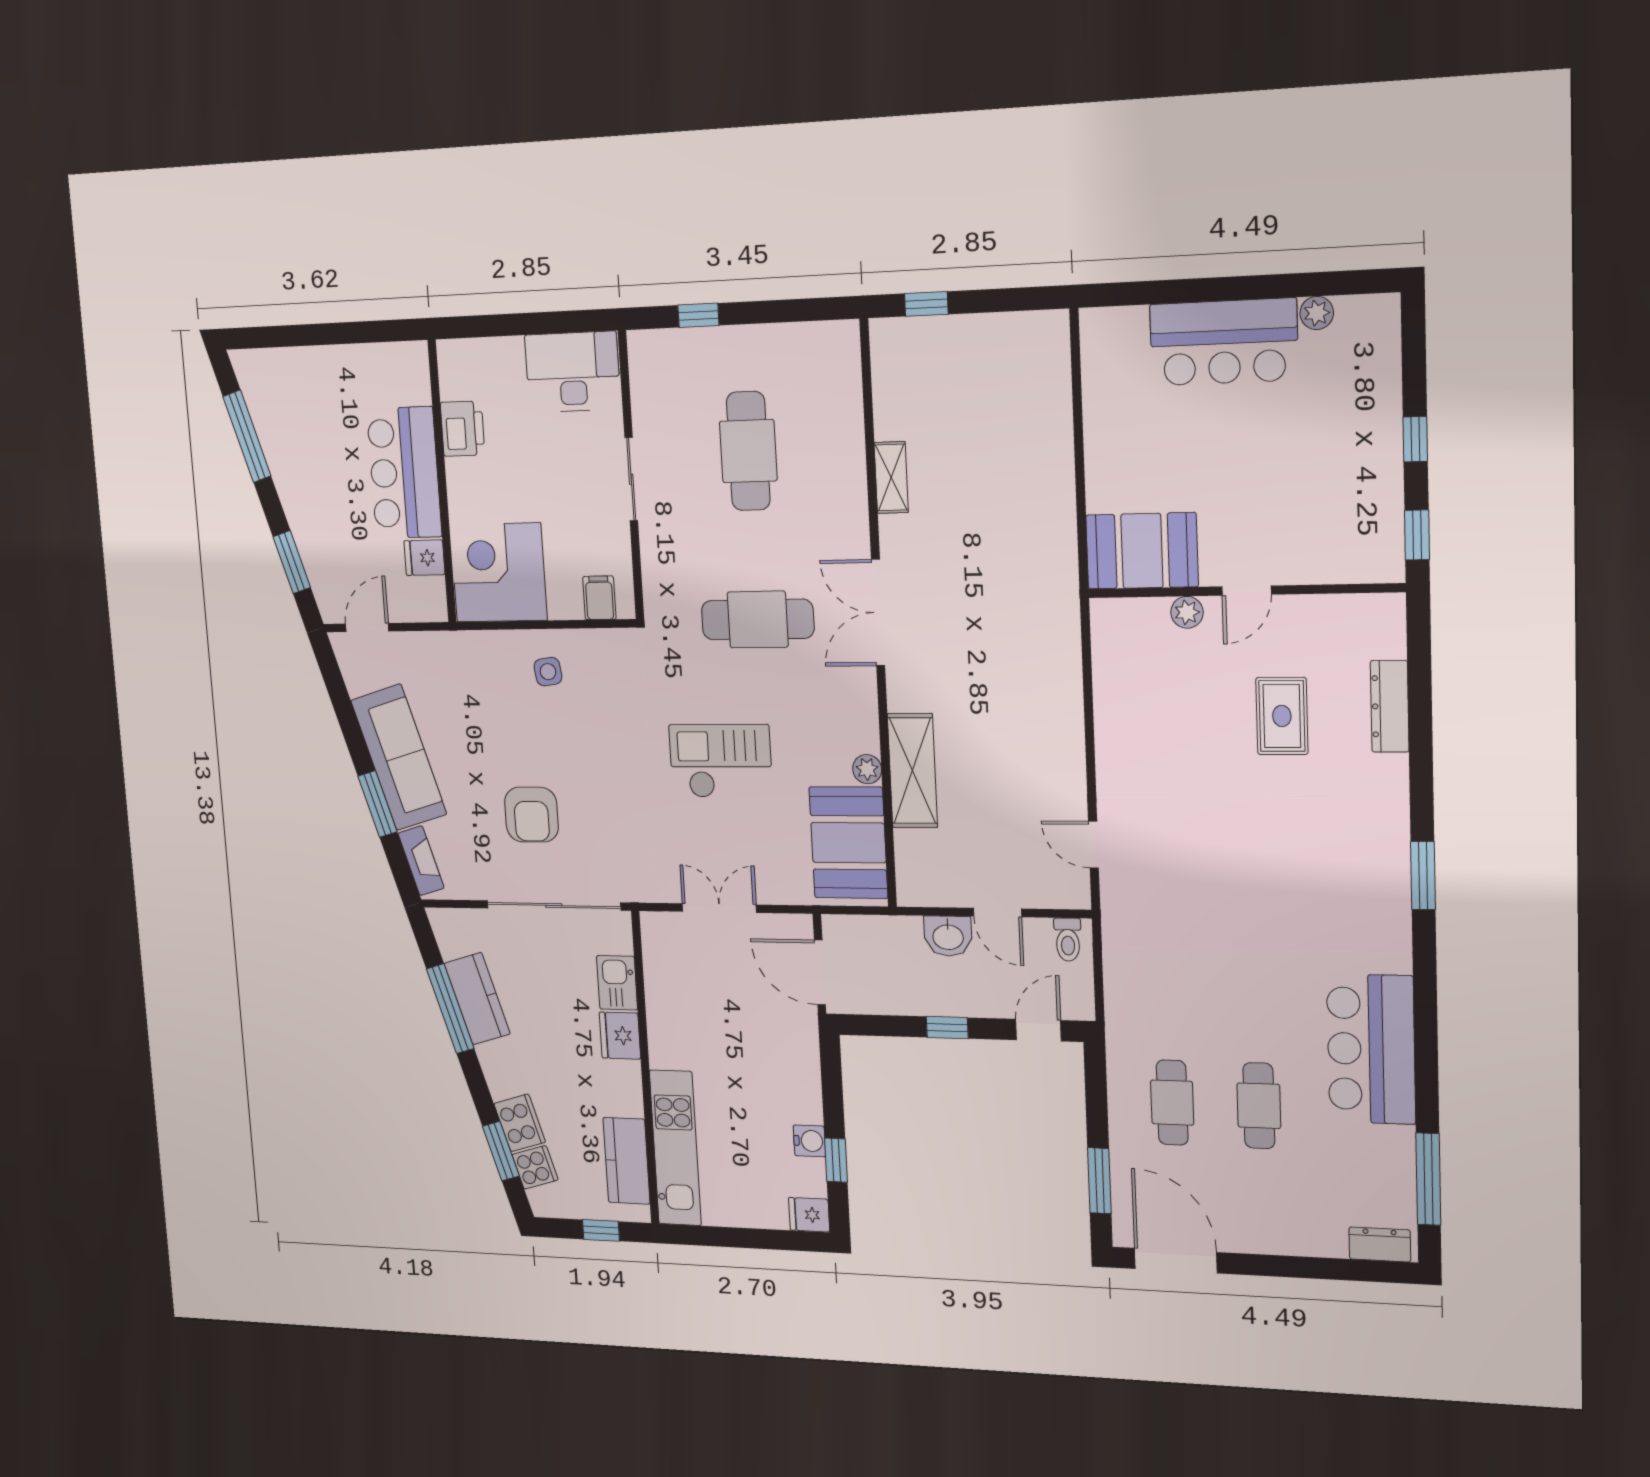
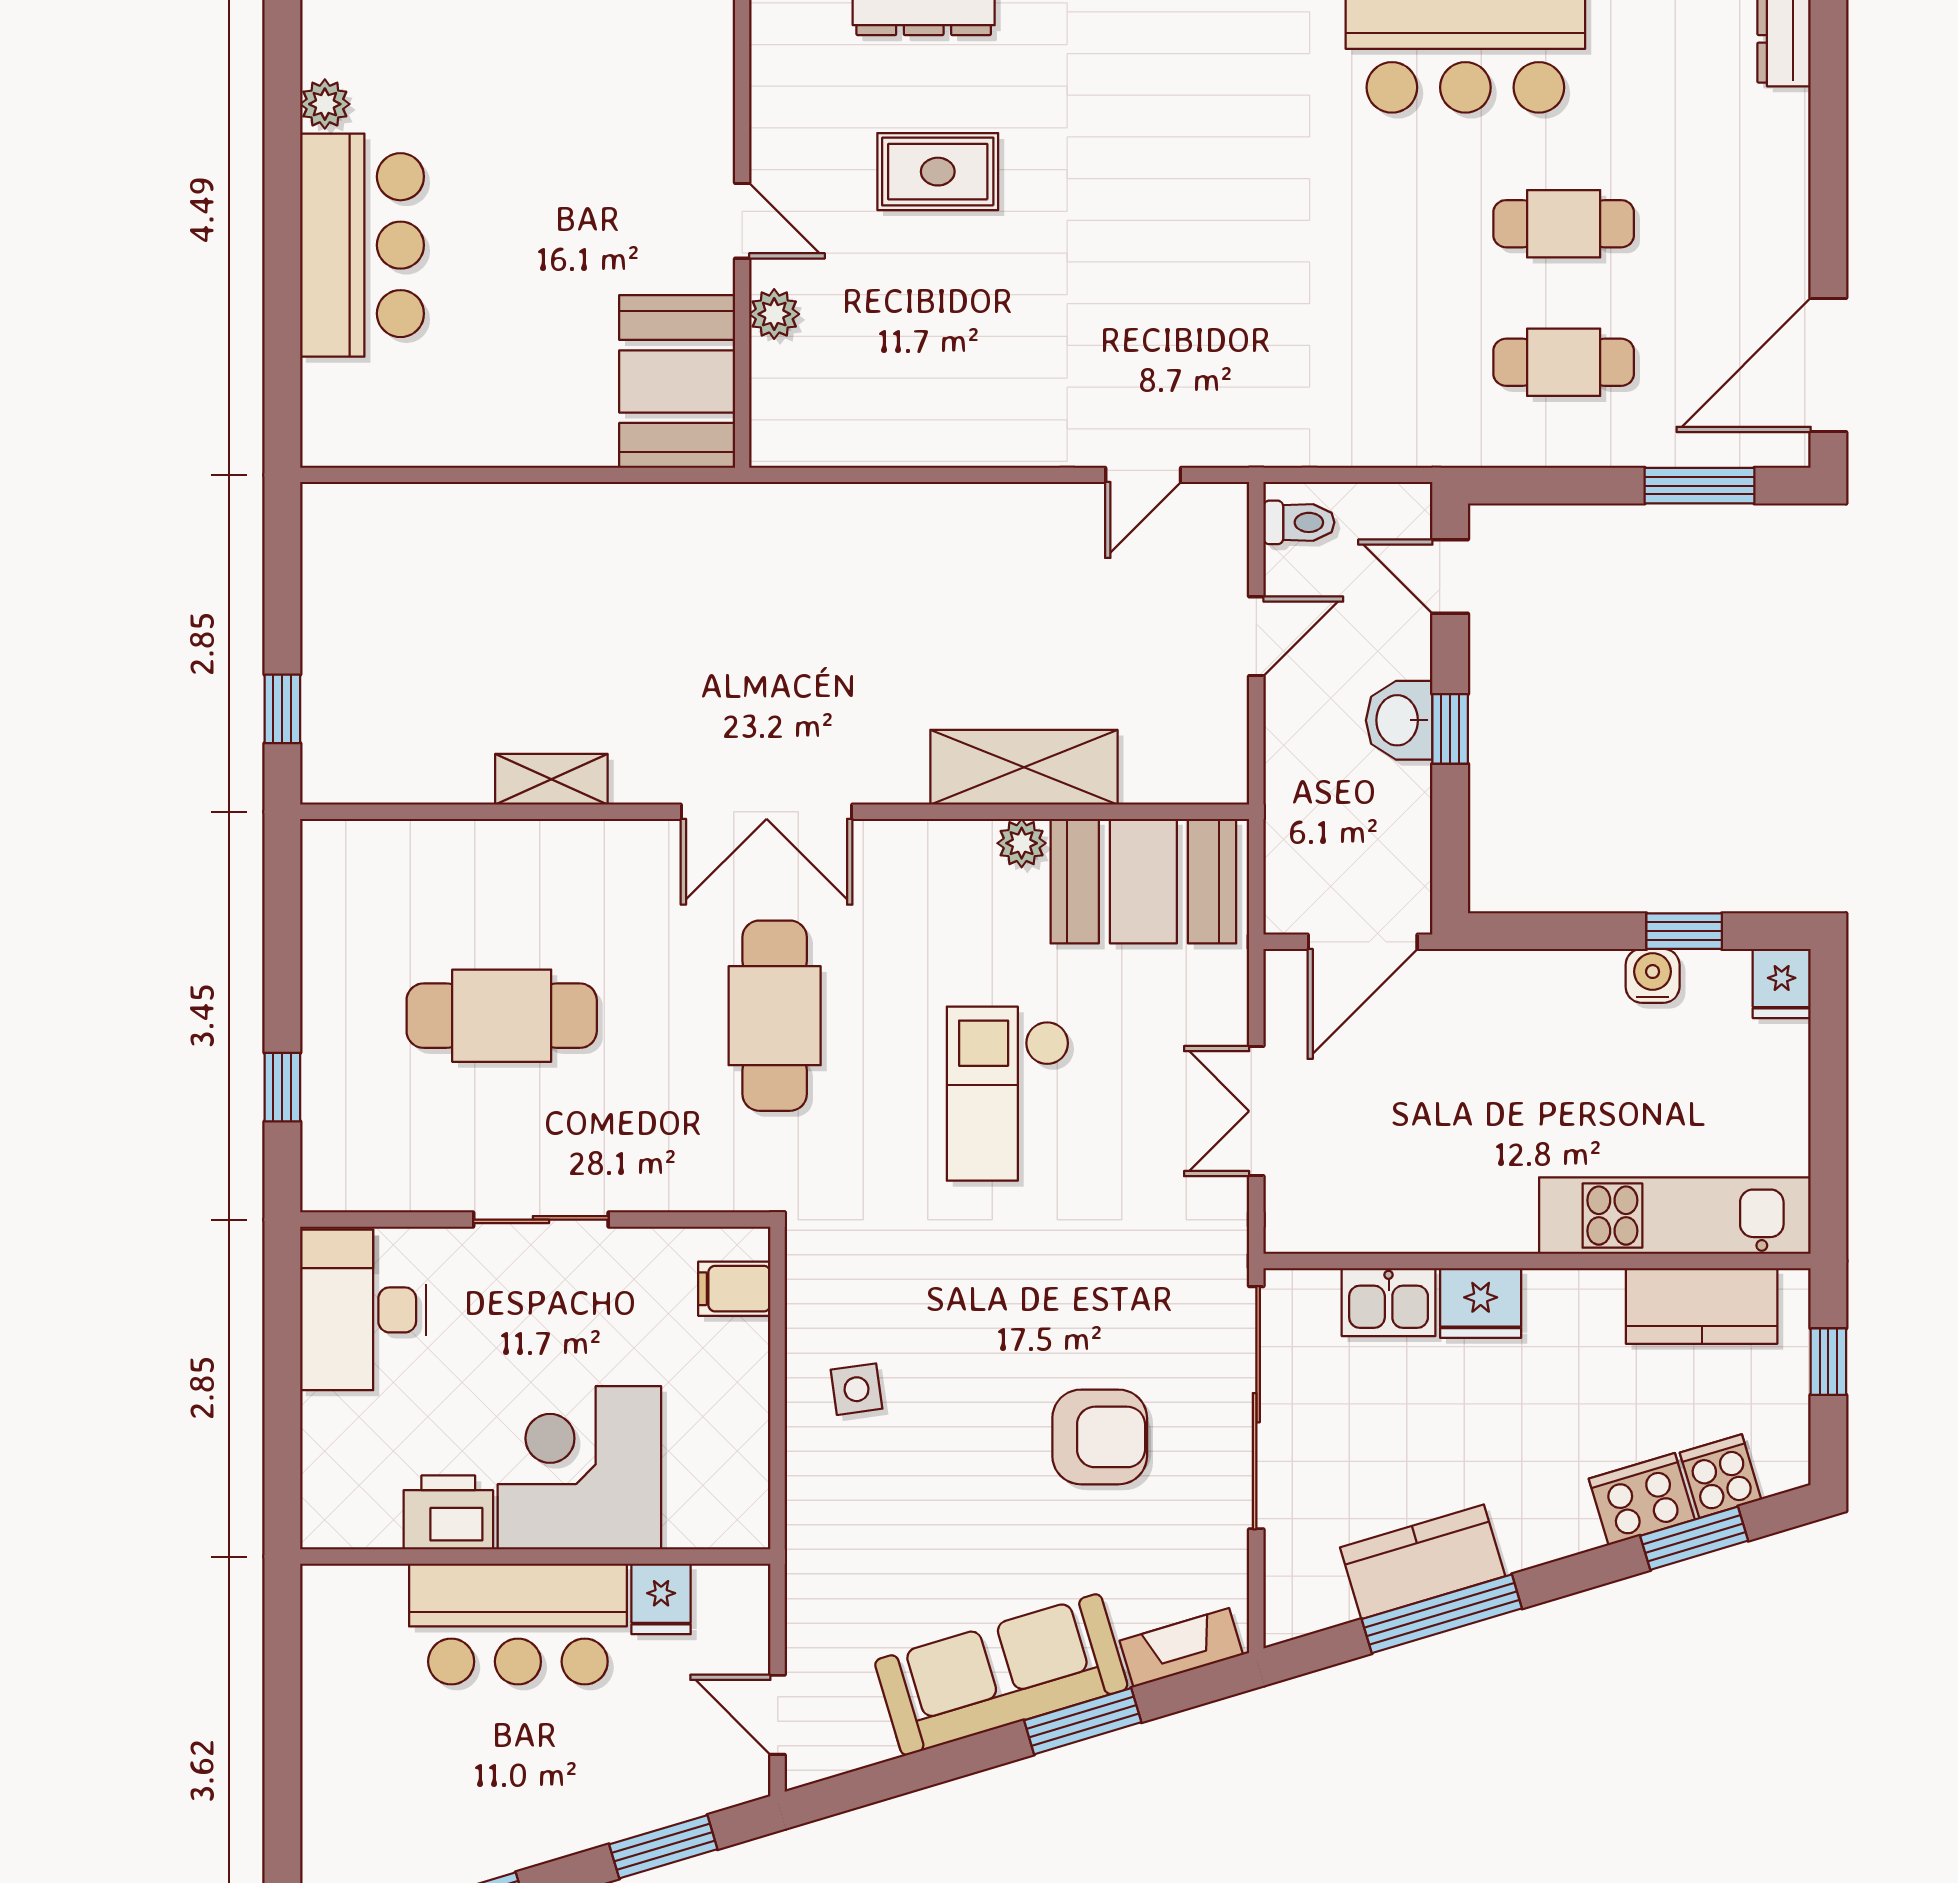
corner desk: (499, 573) -> (579, 1468), moved, turned 90
washbasin: (948, 936) -> (1399, 720), moved, turned 180

